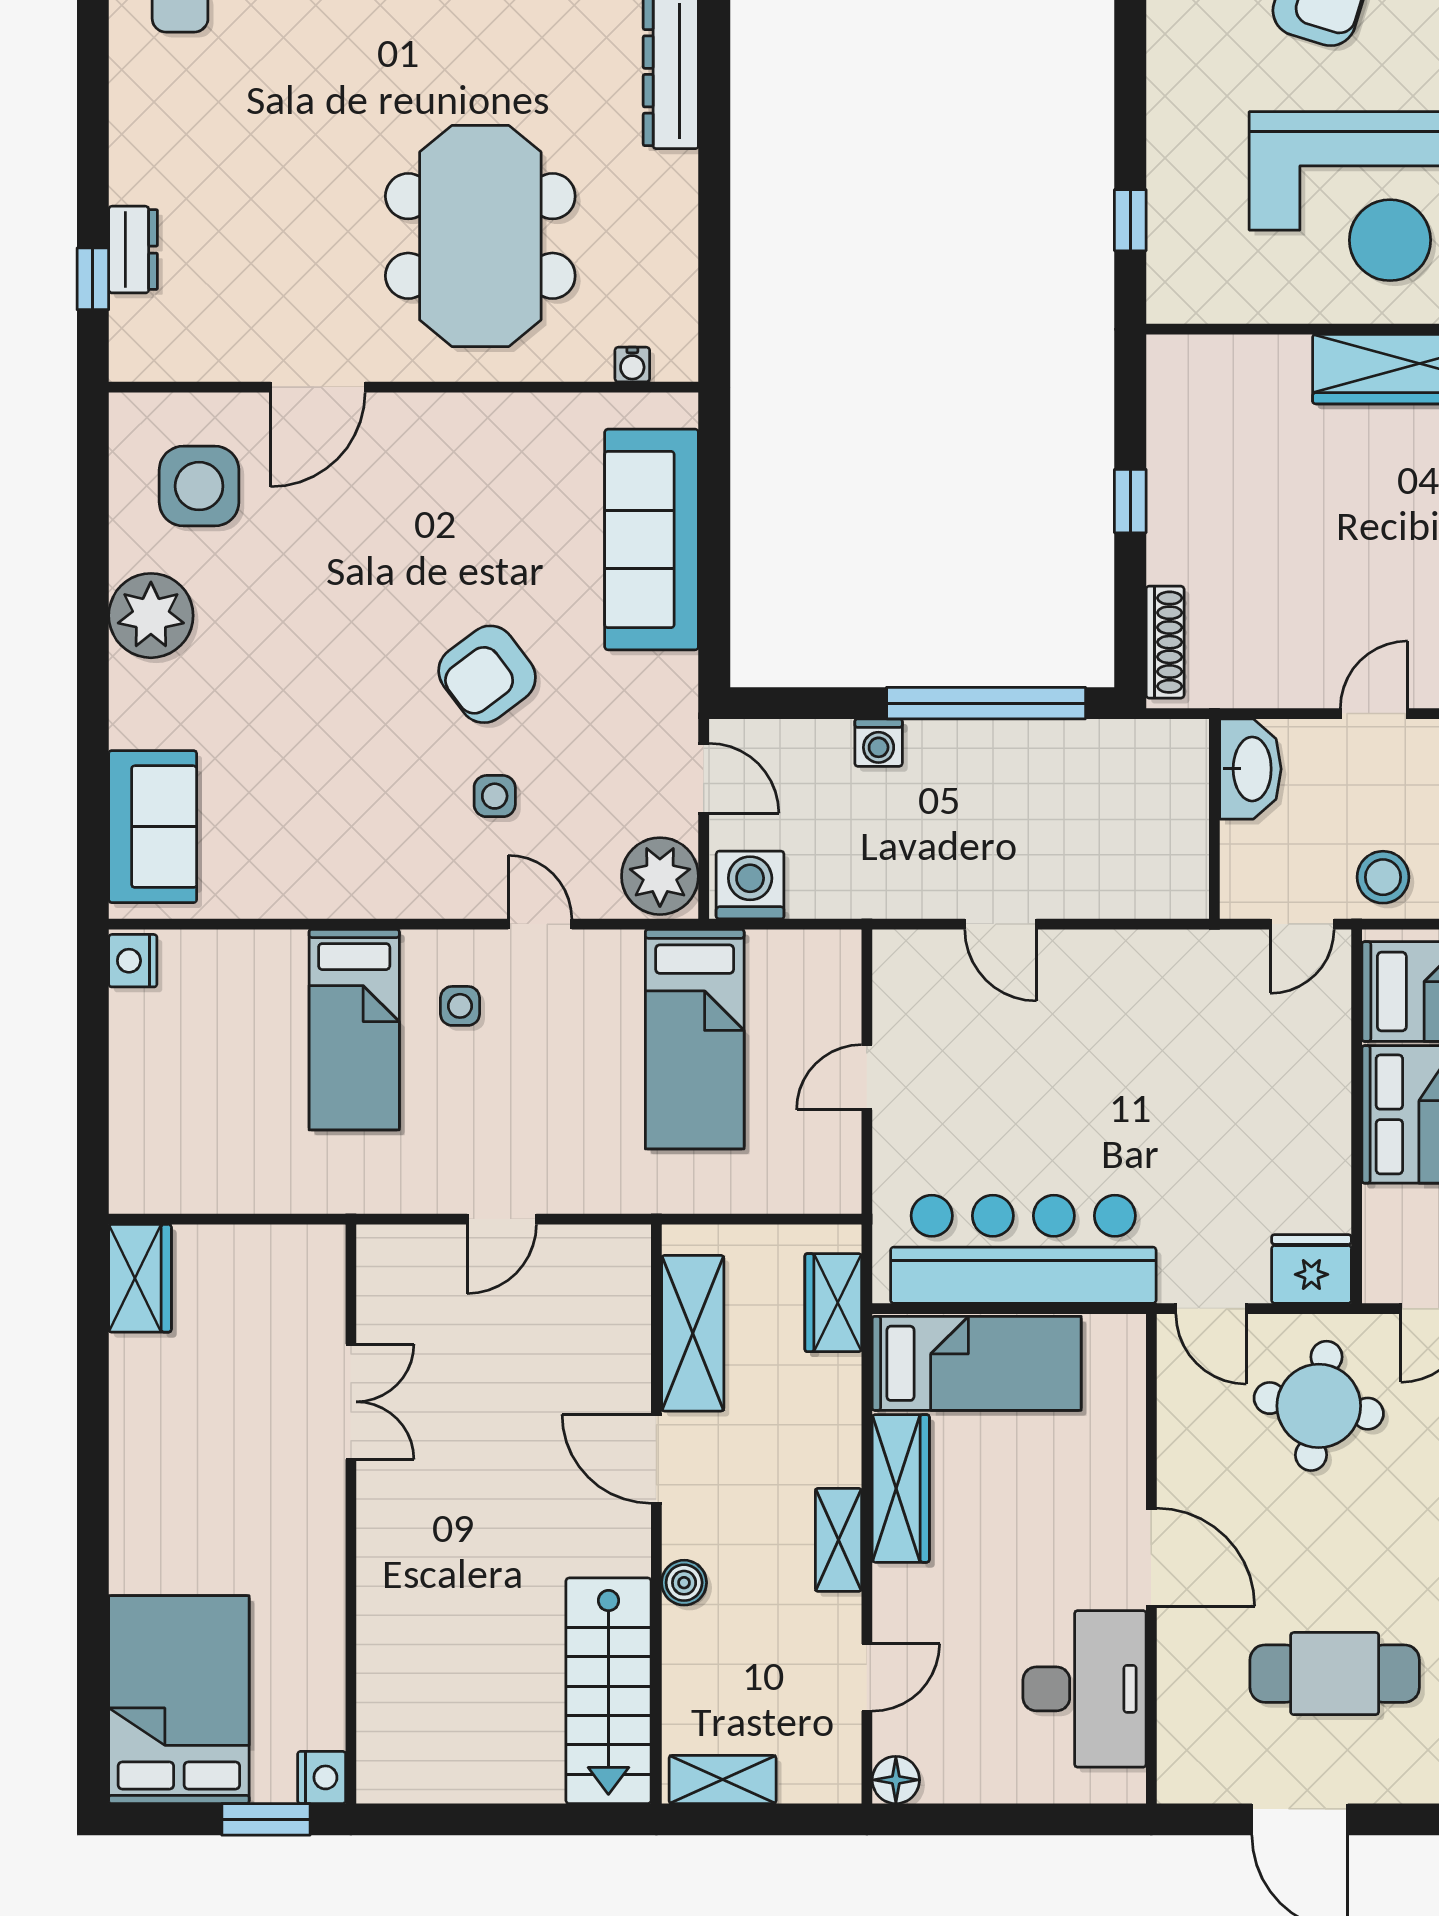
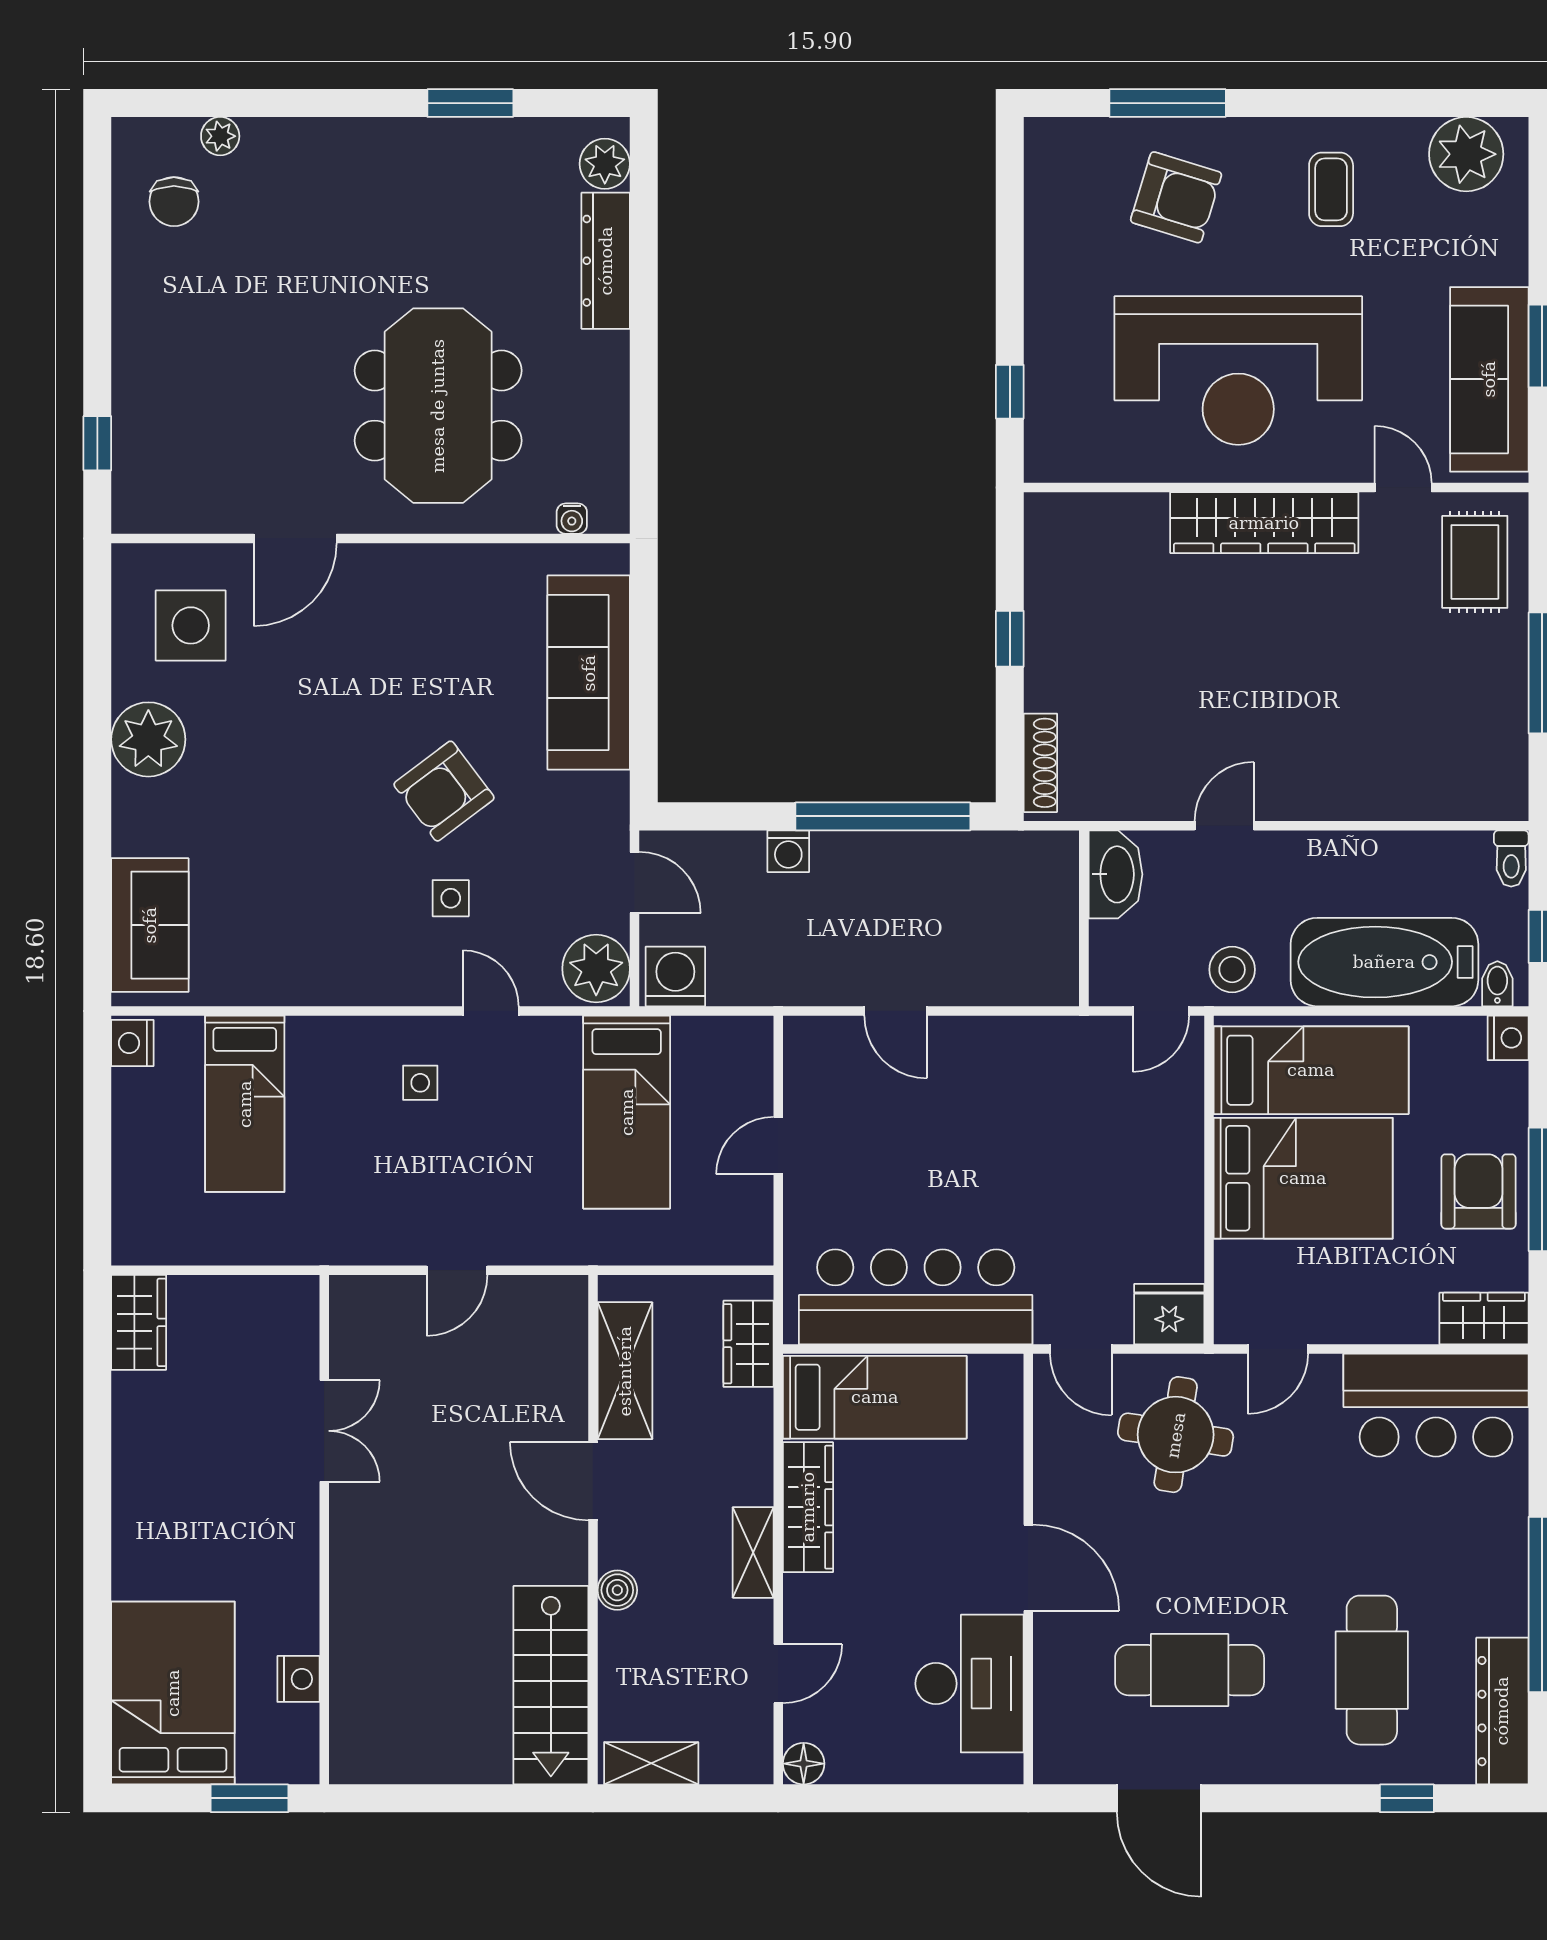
dresser: (133, 250) -> (133, 417), removed
bed: (354, 1030) -> (245, 1104), moved
nightstand: (322, 1777) -> (298, 1679), moved

